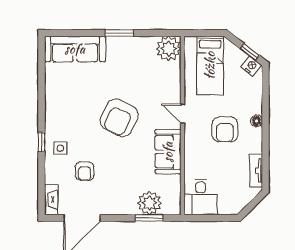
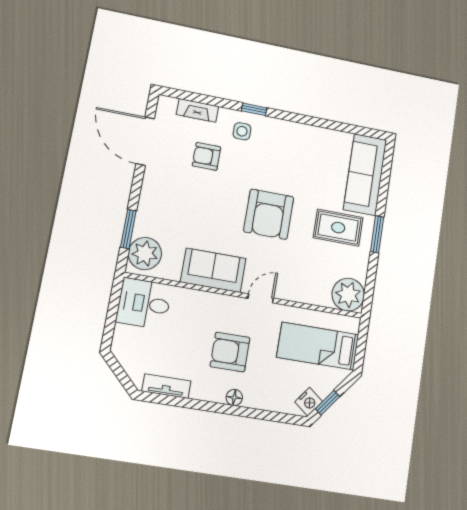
rug: (120, 64) -> (338, 228), added
armchair: (119, 118) -> (269, 214), turned -116
fireplace: (51, 200) -> (198, 110), moved
plant: (149, 203) -> (145, 254), moved

